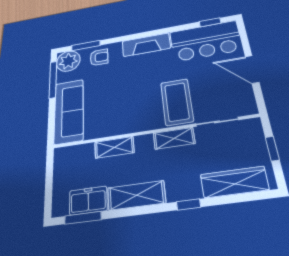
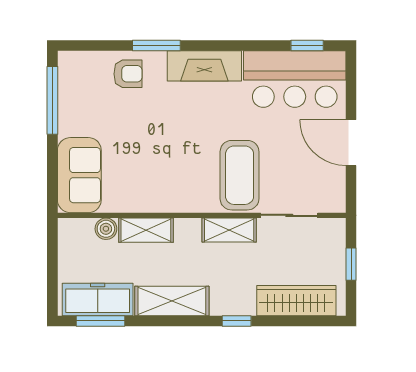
window: (86, 45) -> (156, 45), moved
plant: (68, 61) -> (77, 70), removed
sofa: (69, 111) -> (79, 175), width x0.73
boiler: (86, 151) -> (106, 229), added
freezer: (88, 201) -> (98, 299), width x1.40

